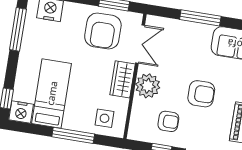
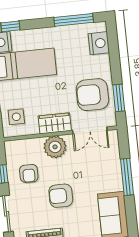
armchair: (201, 94) -> (61, 196), turned 90

